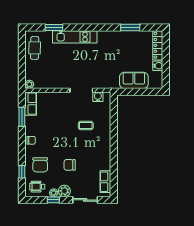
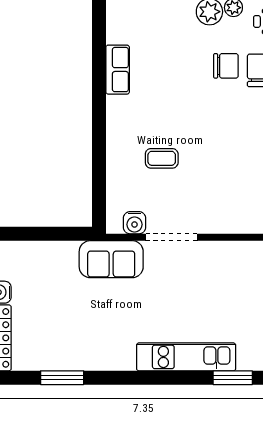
sofa: (134, 80) -> (111, 259), moved
chair: (70, 165) -> (226, 66), moved
row of seats: (105, 182) -> (118, 70), moved

